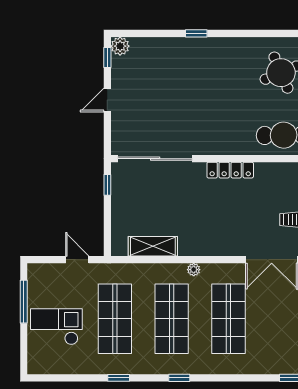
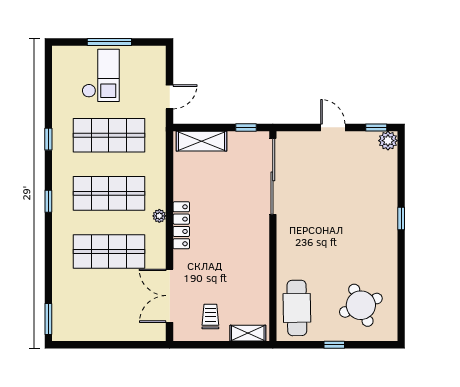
locker: (230, 170) -> (181, 225), moved, turned 180
shelving: (153, 246) -> (202, 141), moved, turned 90
window: (24, 302) -> (109, 42), moved

